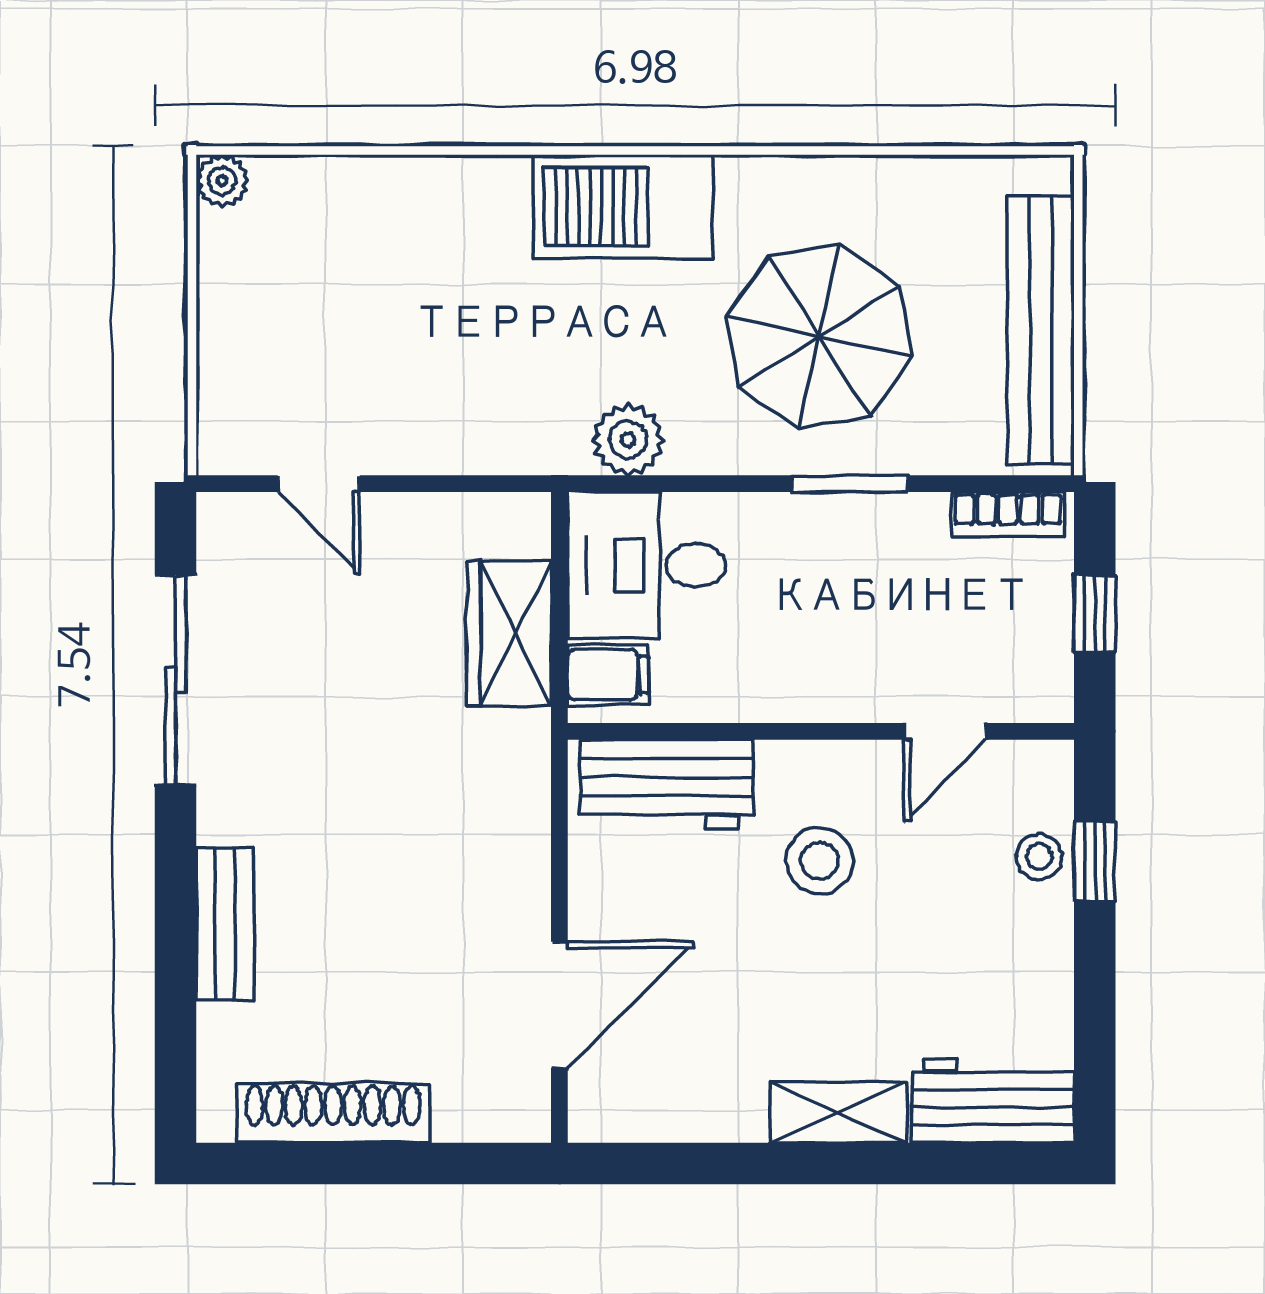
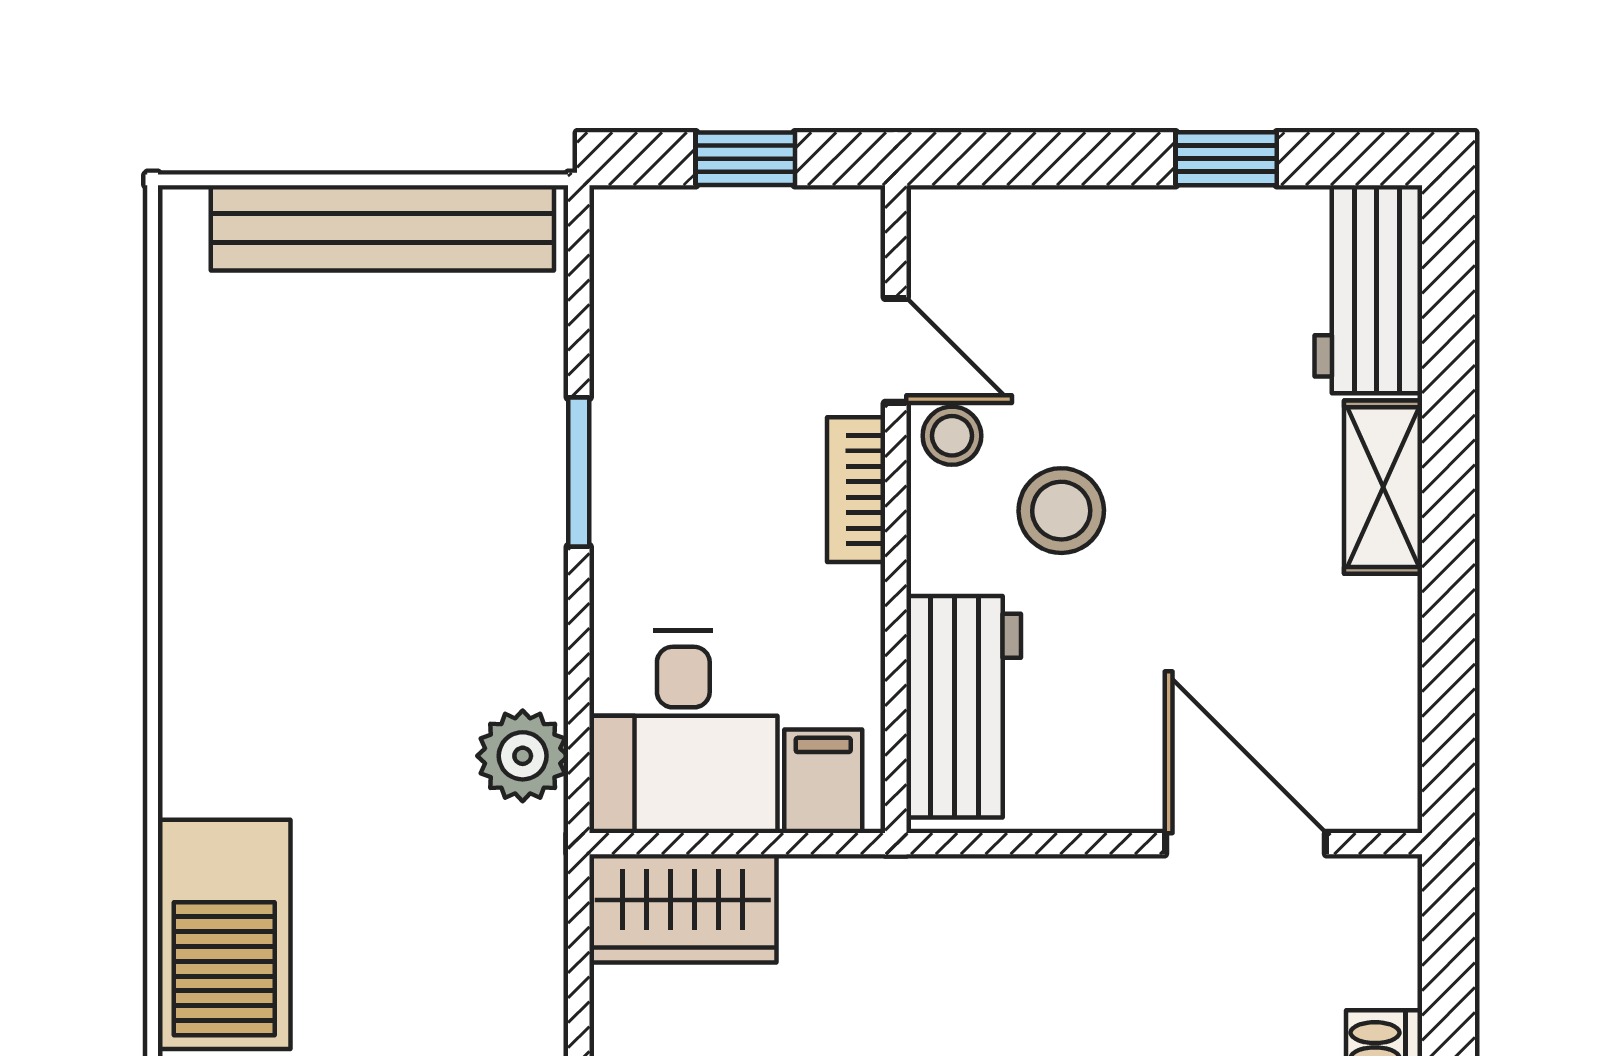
barbecue: (623, 206) -> (224, 934), moved
parasol: (819, 336) -> (390, 511), removed
bookcase: (1008, 515) -> (856, 490), moved, turned 180
wardrobe: (509, 634) -> (683, 908), moved
stool: (1039, 857) -> (952, 436), moved
window: (1095, 861) -> (1226, 159), moved

